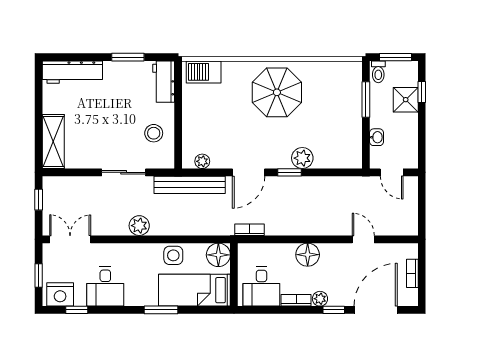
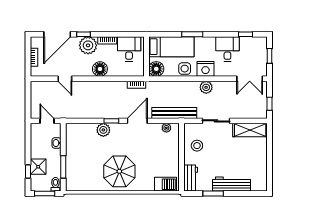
workbench: (72, 72) -> (232, 184), moved
shelving: (53, 142) -> (250, 130), moved, turned 90
nightstand: (60, 294) -> (206, 69), moved, turned 180
plant: (320, 299) -> (88, 45), width x1.88, depth x1.88

